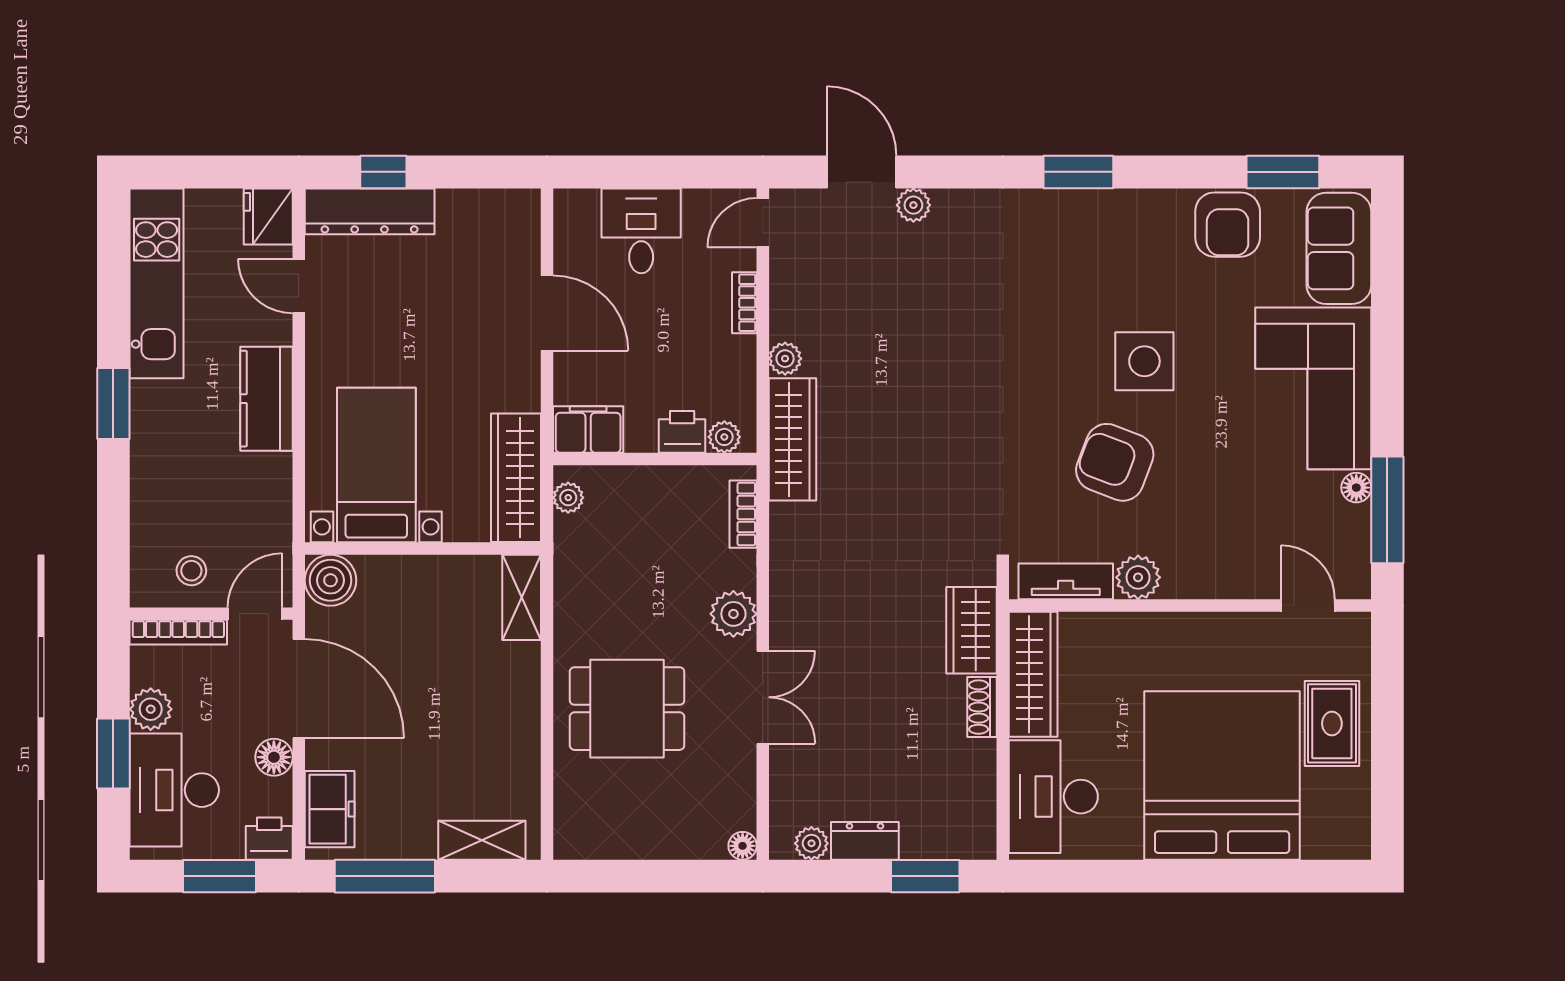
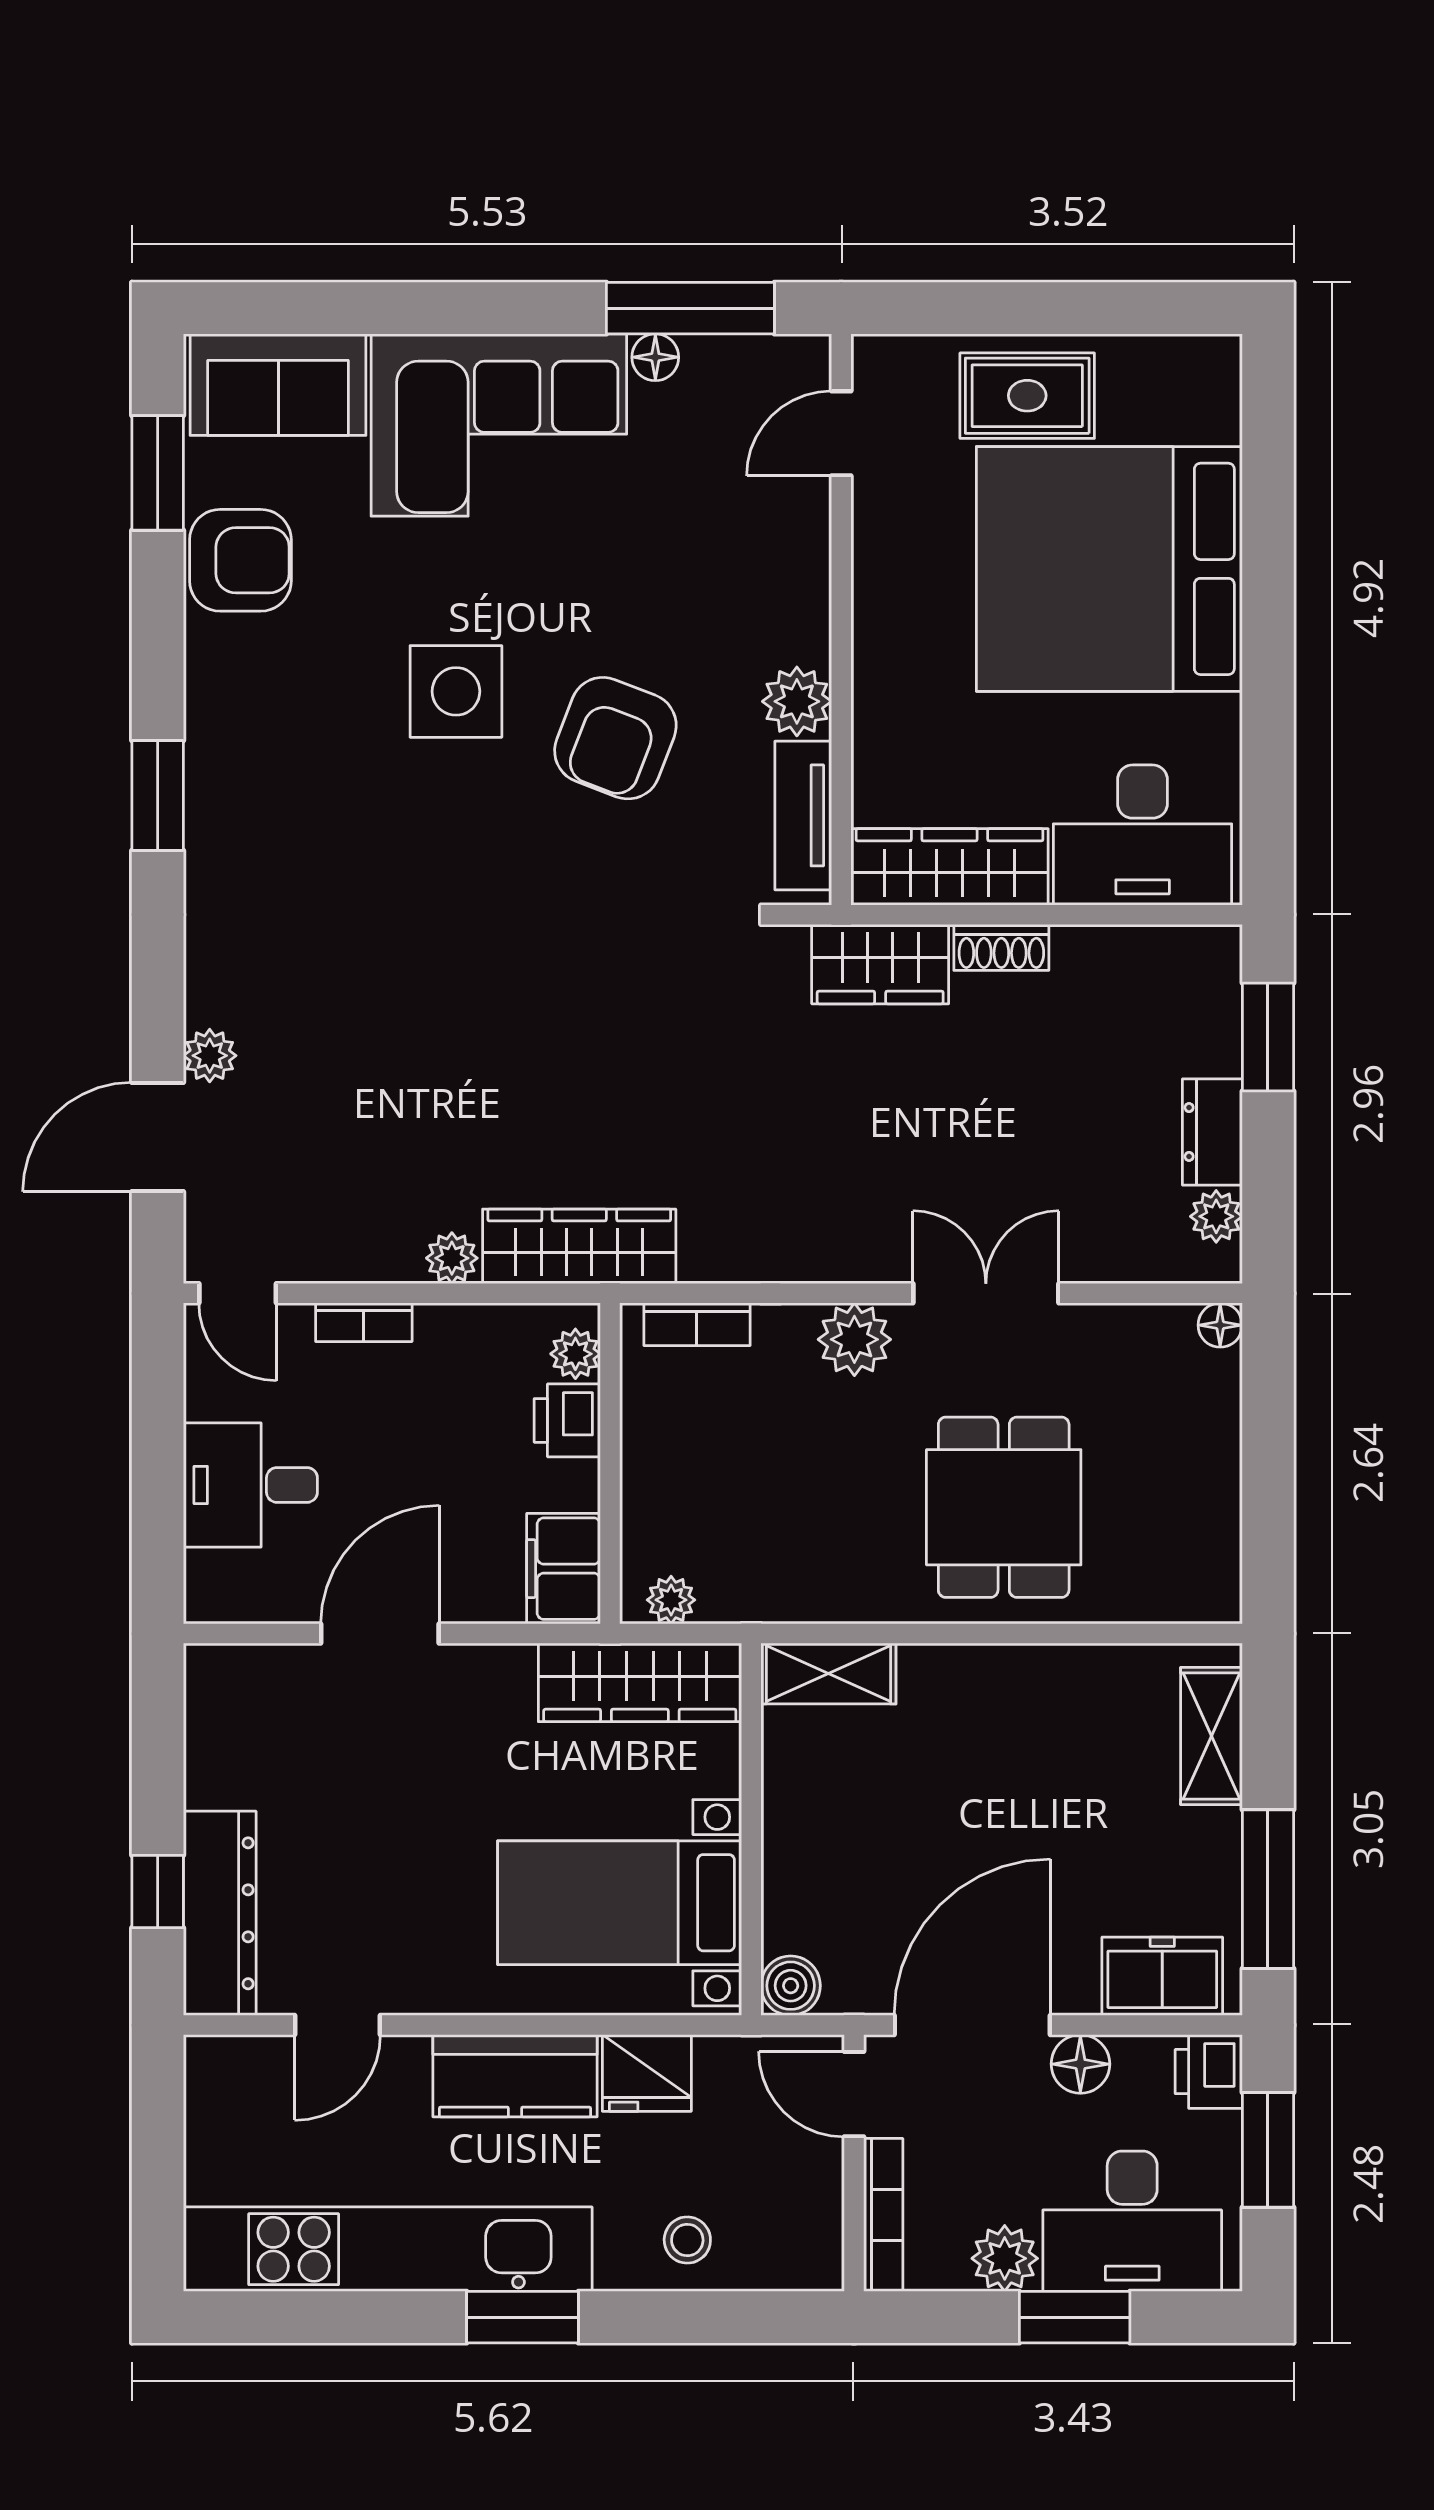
fridge: (268, 216) -> (647, 2073), moved
kitchen unit: (157, 283) -> (388, 2249), width x1.36
stool: (191, 571) -> (687, 2240), moved
boiler: (330, 580) -> (791, 1986), width x0.73, depth x0.73

